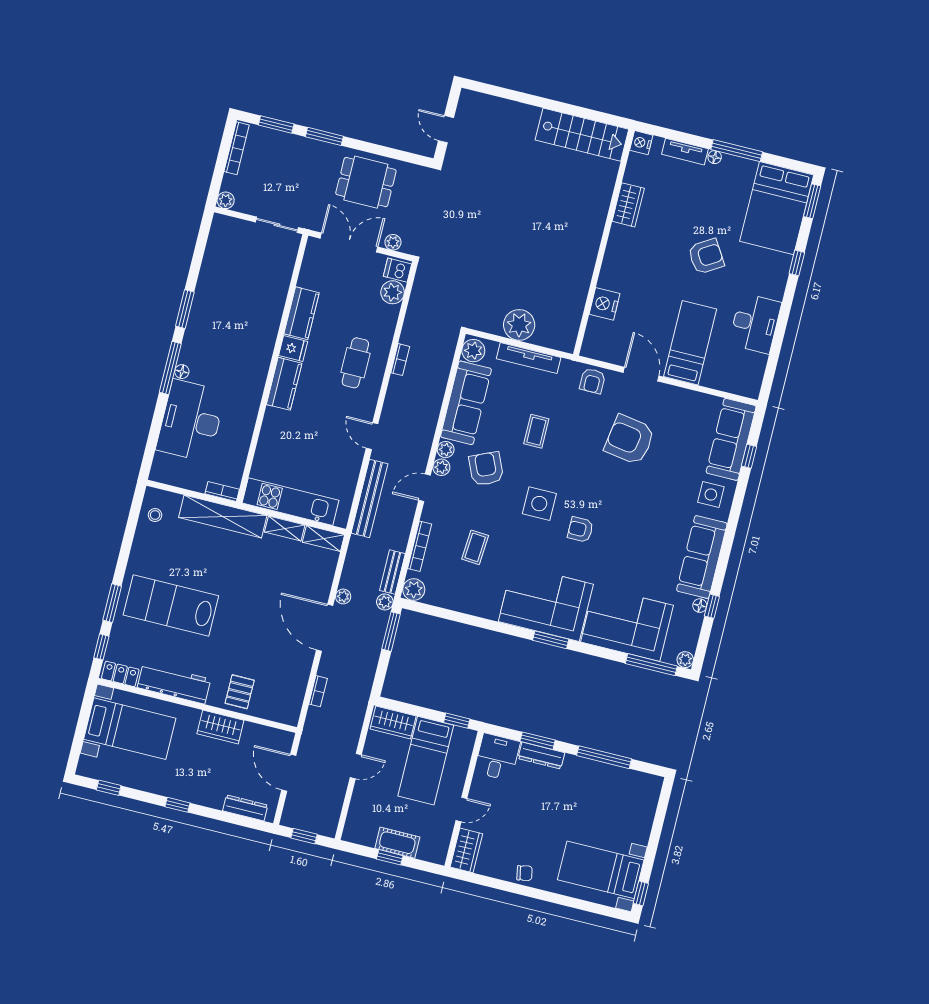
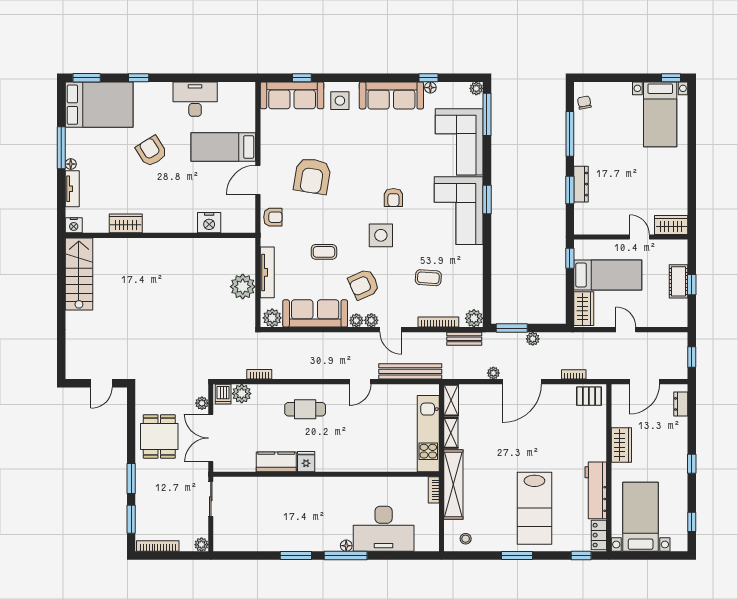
bookcase: (400, 360) -> (259, 374), moved
kitchen counter: (284, 384) -> (336, 462), removed
plant: (385, 602) -> (533, 339), moved
window: (112, 603) -> (517, 555), moved
pallet: (240, 692) -> (589, 396), moved
desk: (497, 757) -> (591, 219), removed
dresser: (245, 808) -> (681, 404), width x0.70
chair: (525, 873) -> (584, 103), moved

